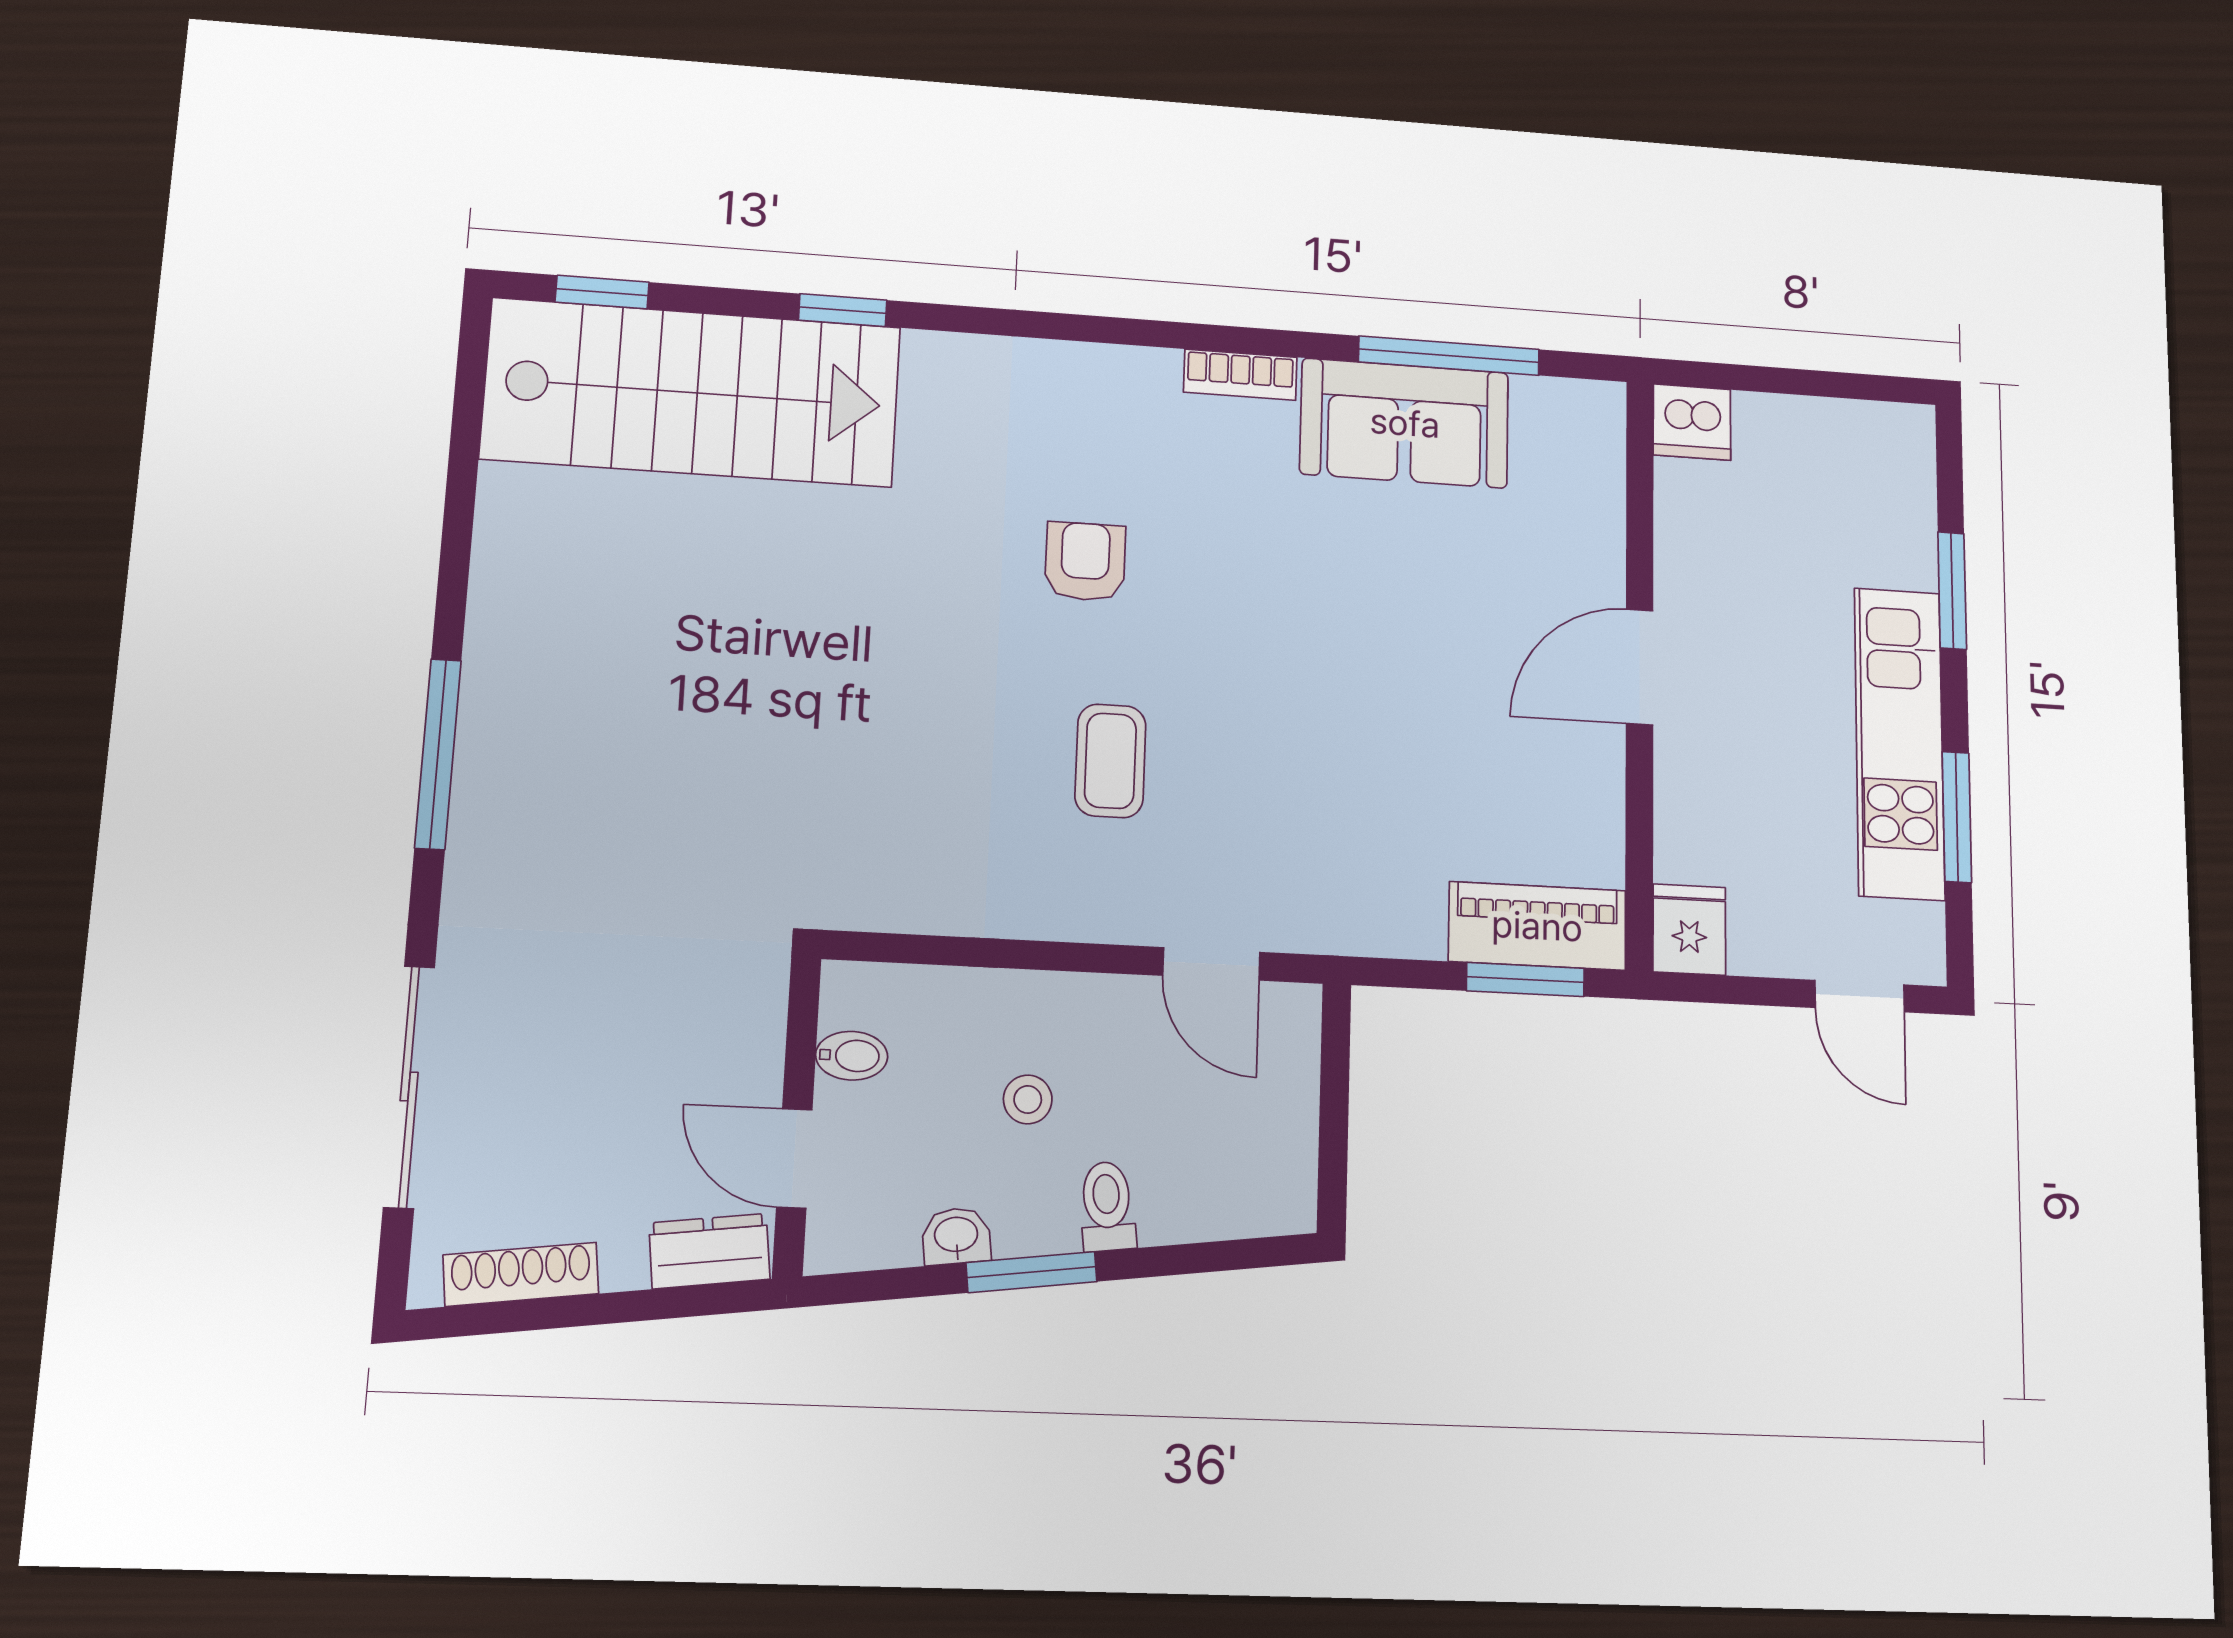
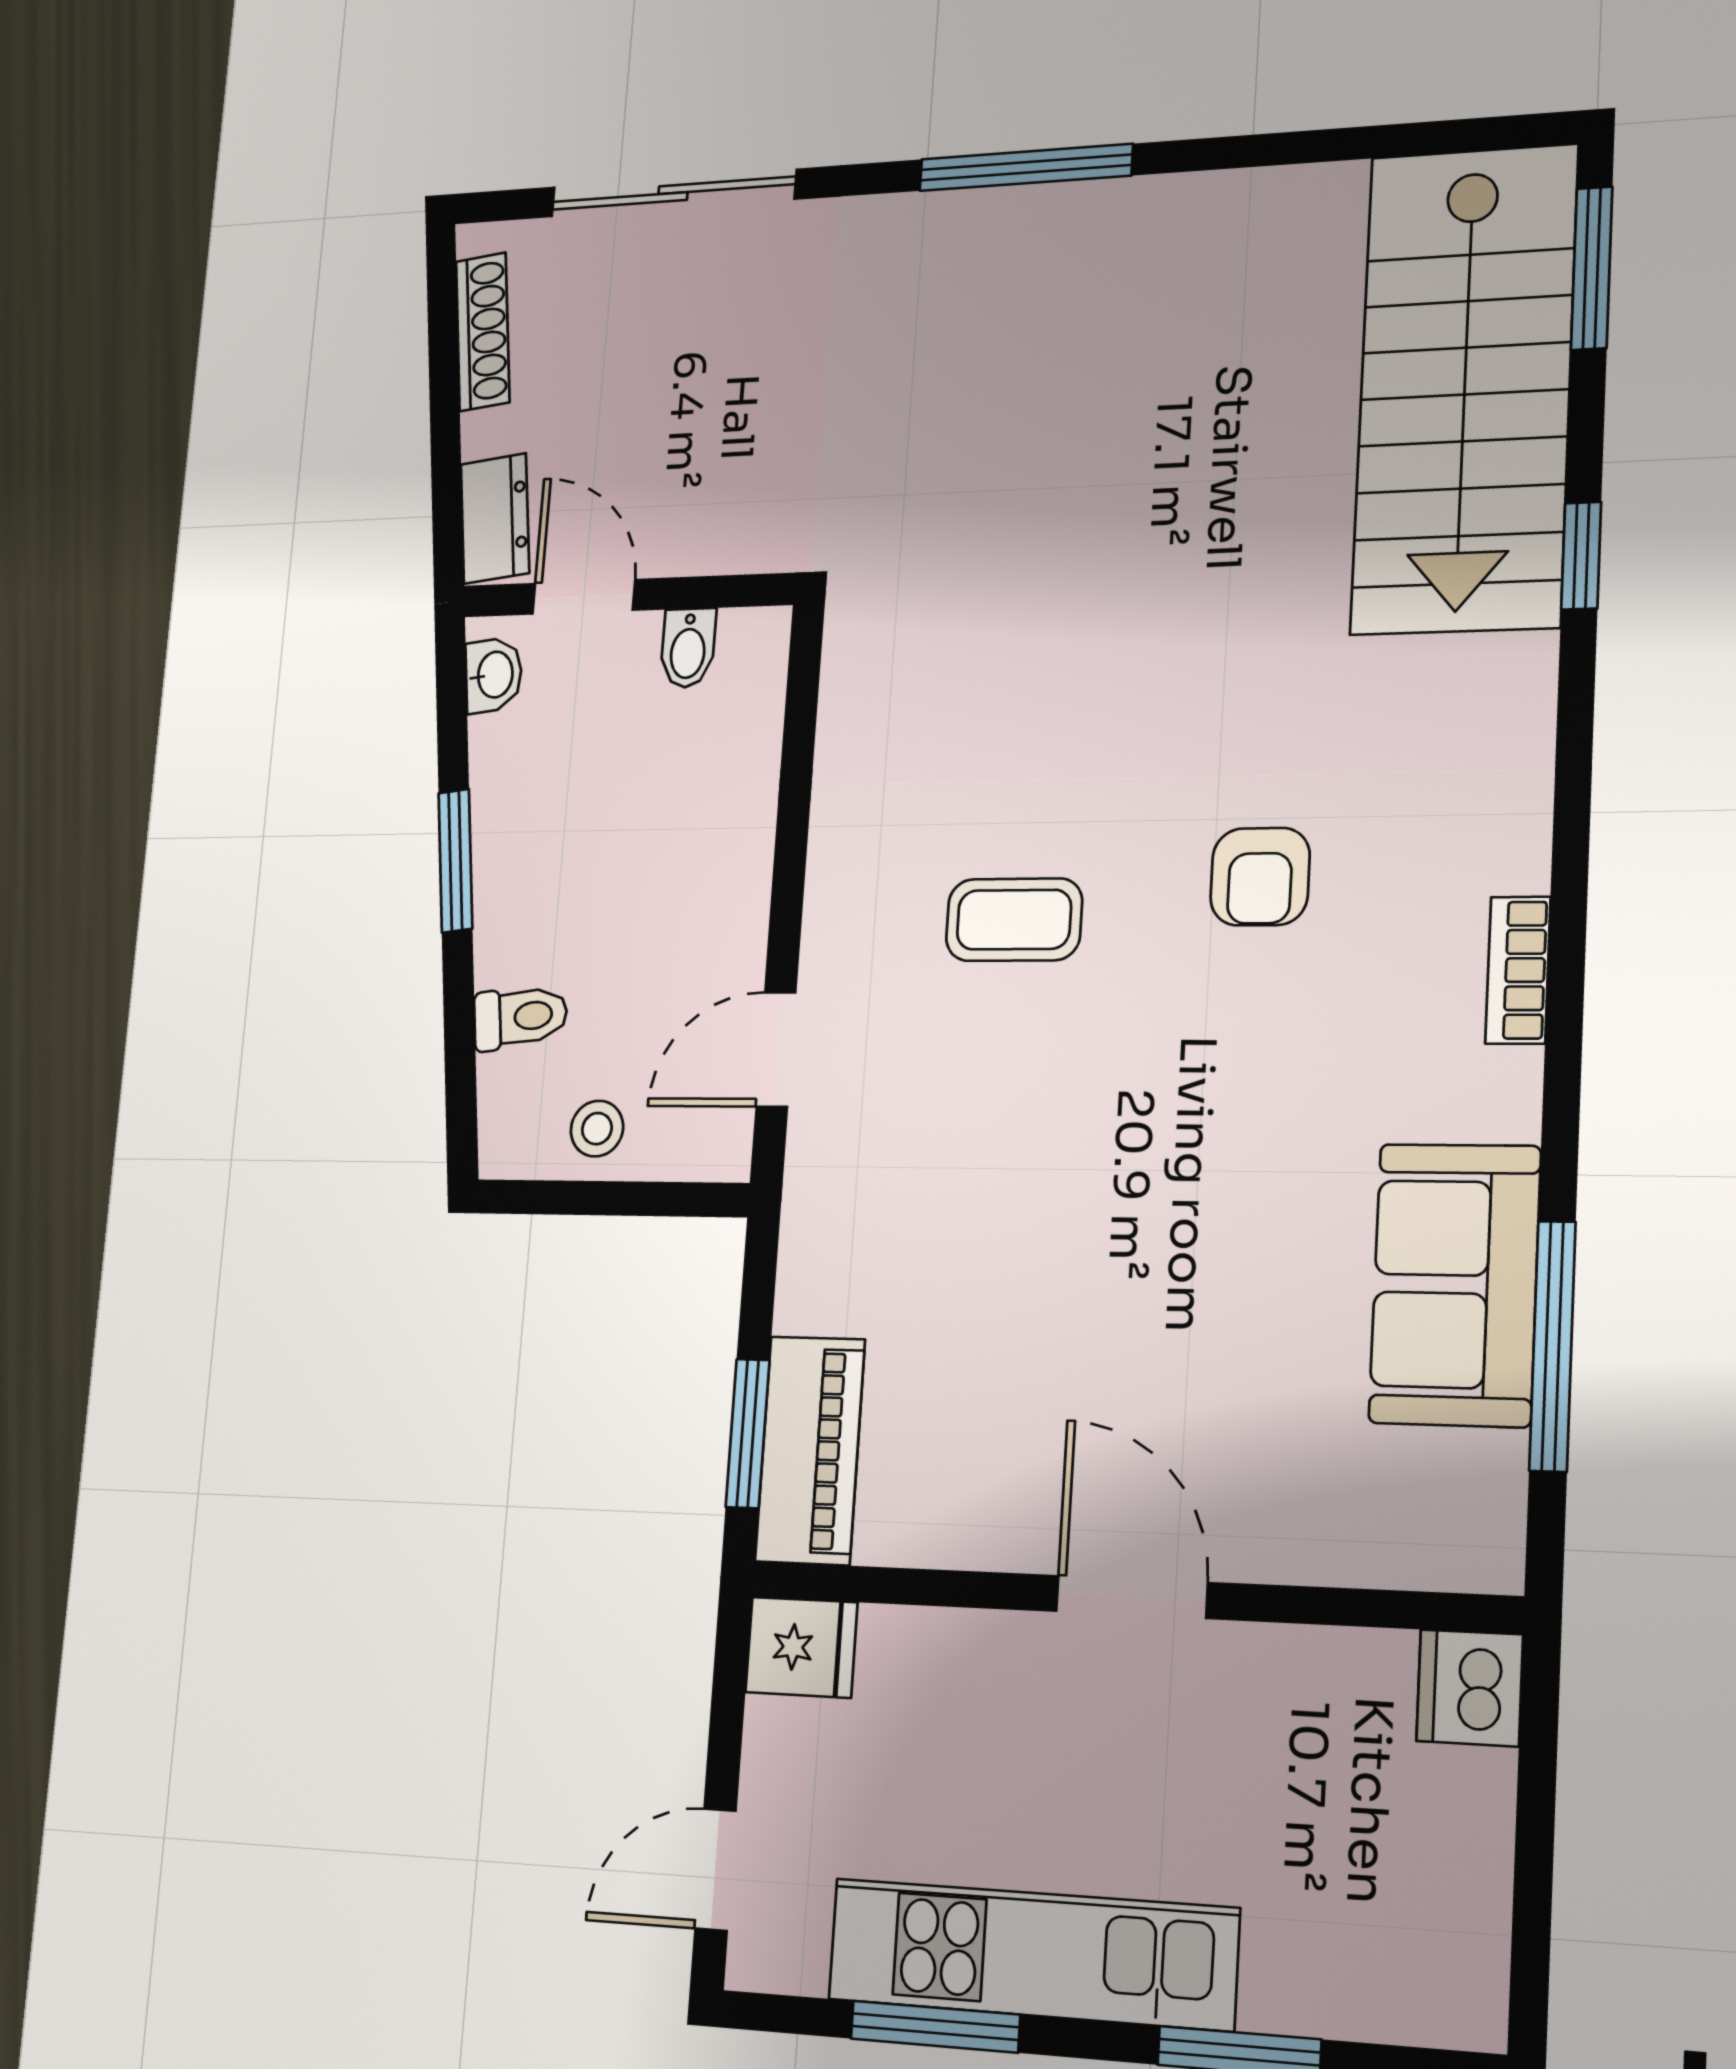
window: (602, 292) -> (1592, 268), width x1.50
bookcase: (1240, 375) -> (1518, 970), moved
armchair: (1085, 562) -> (1260, 877), turned 90
stool: (1028, 1099) -> (597, 1129), moved
door: (794, 1158) -> (584, 597), hinge flipped
toilet: (1107, 1206) -> (520, 1017), moved
washbasin: (956, 1236) -> (494, 675), moved

